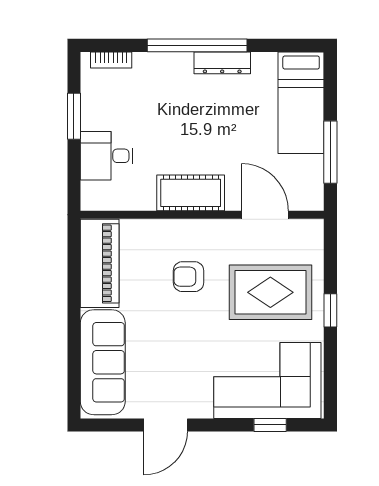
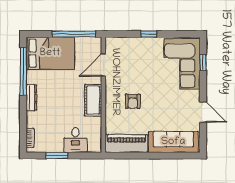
window: (197, 45) -> (23, 71), moved
dresser: (222, 63) -> (31, 98), moved
bed: (301, 103) -> (50, 53), width x1.50
window: (330, 152) -> (74, 34), width x1.46
rug: (270, 292) -> (140, 62), removed

